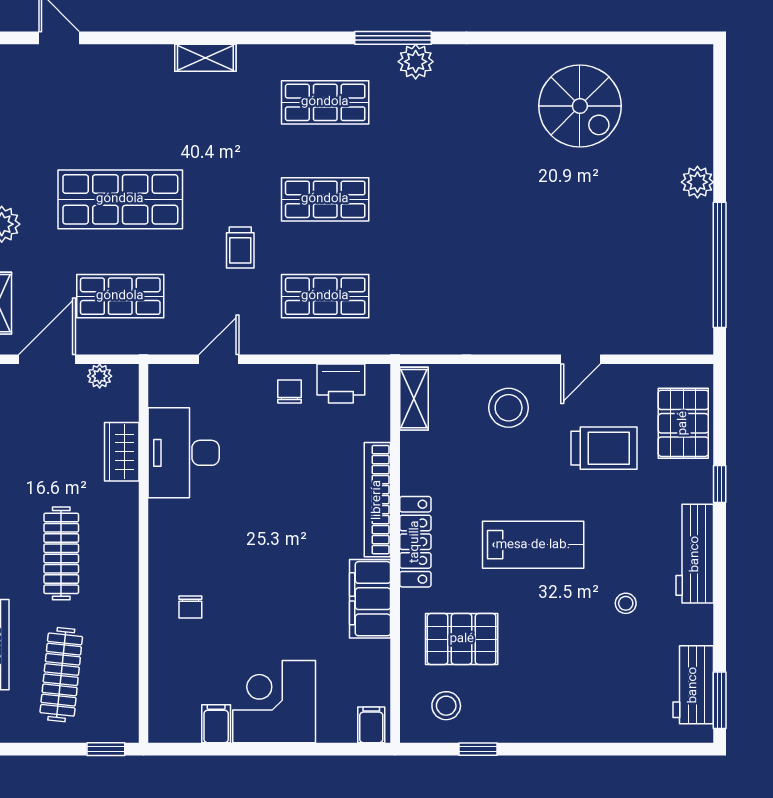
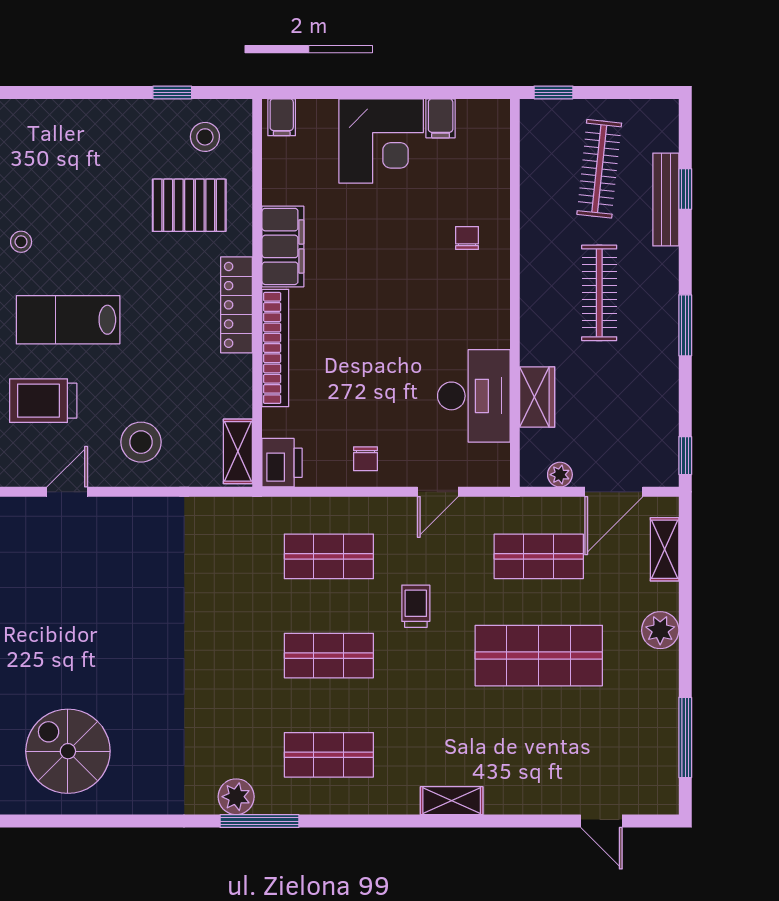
printer: (341, 383) -> (282, 463), moved, turned 90
lab bench: (533, 545) -> (68, 320), moved

